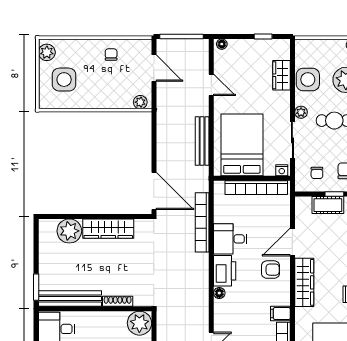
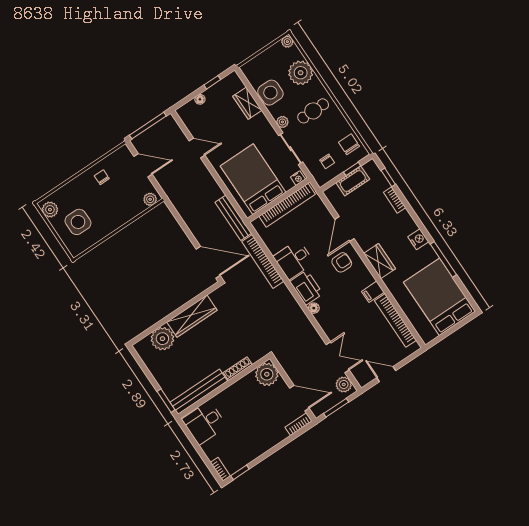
floor lamp: (222, 44) -> (200, 99), moved
bench: (202, 141) -> (233, 218), moved
wardrobe: (304, 282) -> (380, 261), width x0.67

